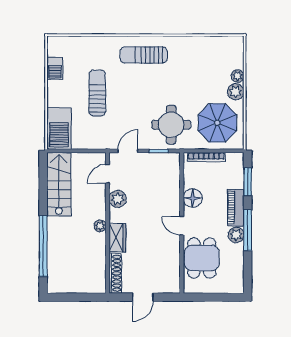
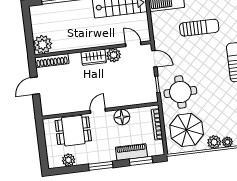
piano: (236, 208) -> (131, 152), moved
plant: (100, 226) -> (43, 44), moved, width x1.87, depth x1.87
window: (248, 230) -> (101, 166), width x0.69
plant: (236, 235) -> (69, 160), moved
wardrobe: (117, 238) -> (94, 57), moved
door: (143, 297) -> (35, 86), hinge flipped

